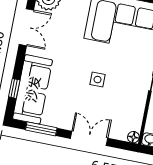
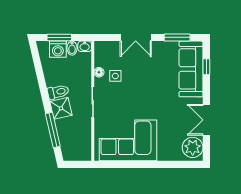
side table: (98, 80) -> (115, 76), moved
floor lamp: (133, 137) -> (99, 72), moved

